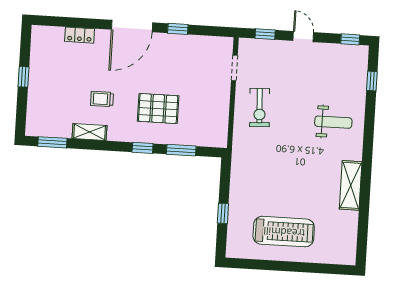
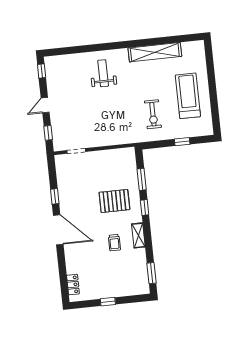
locker: (80, 35) -> (73, 285), moved
window: (372, 81) -> (69, 50), removed
pallet: (158, 108) -> (114, 201), turned 90
exercise bike: (260, 108) -> (153, 114), moved, turned 93
shelving: (90, 132) -> (138, 235), moved
shelving: (351, 185) -> (155, 52), width x1.47

